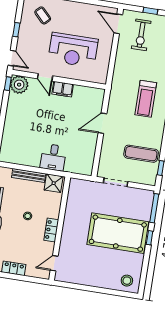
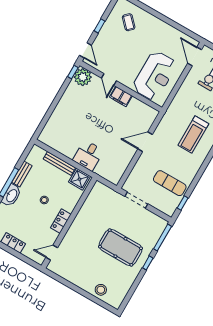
reception desk: (73, 50) -> (155, 76), moved, turned -90
pool table: (118, 233) -> (120, 247), width x0.73, depth x0.76
stool: (127, 281) -> (101, 290), moved

